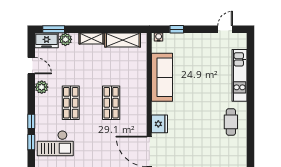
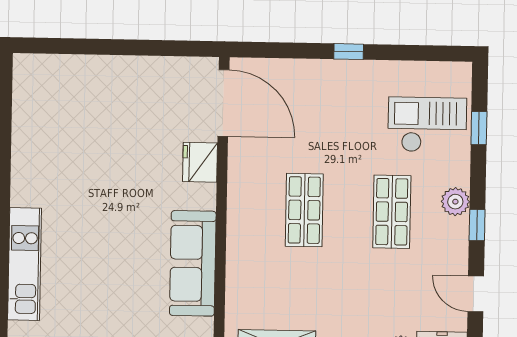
plant: (42, 87) -> (455, 202), moved
window: (31, 121) -> (477, 225), moved
cafe table: (231, 122) -> (45, 163), removed

